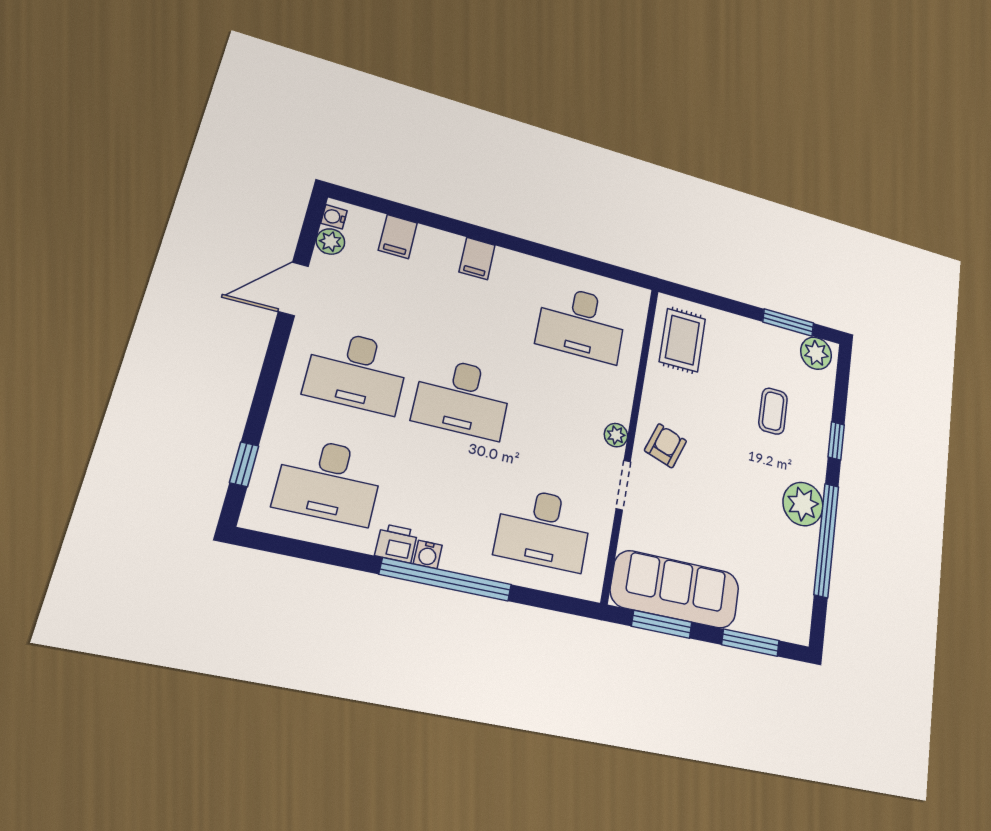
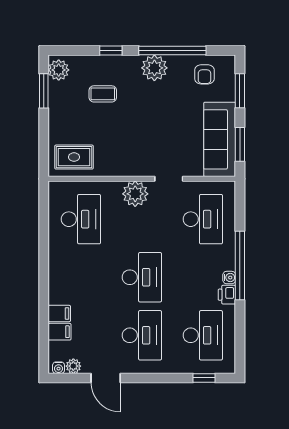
filing cabinet: (477, 259) -> (59, 314), moved
plant: (616, 435) -> (135, 194), width x1.88, depth x1.88
armchair: (665, 446) -> (204, 74), moved, turned -109

